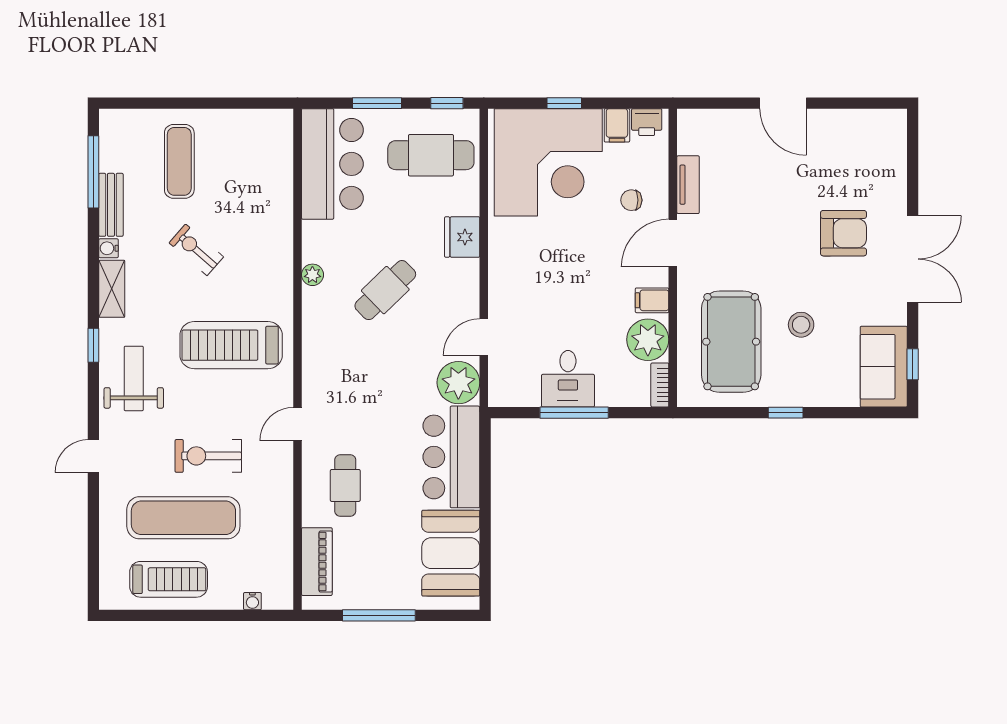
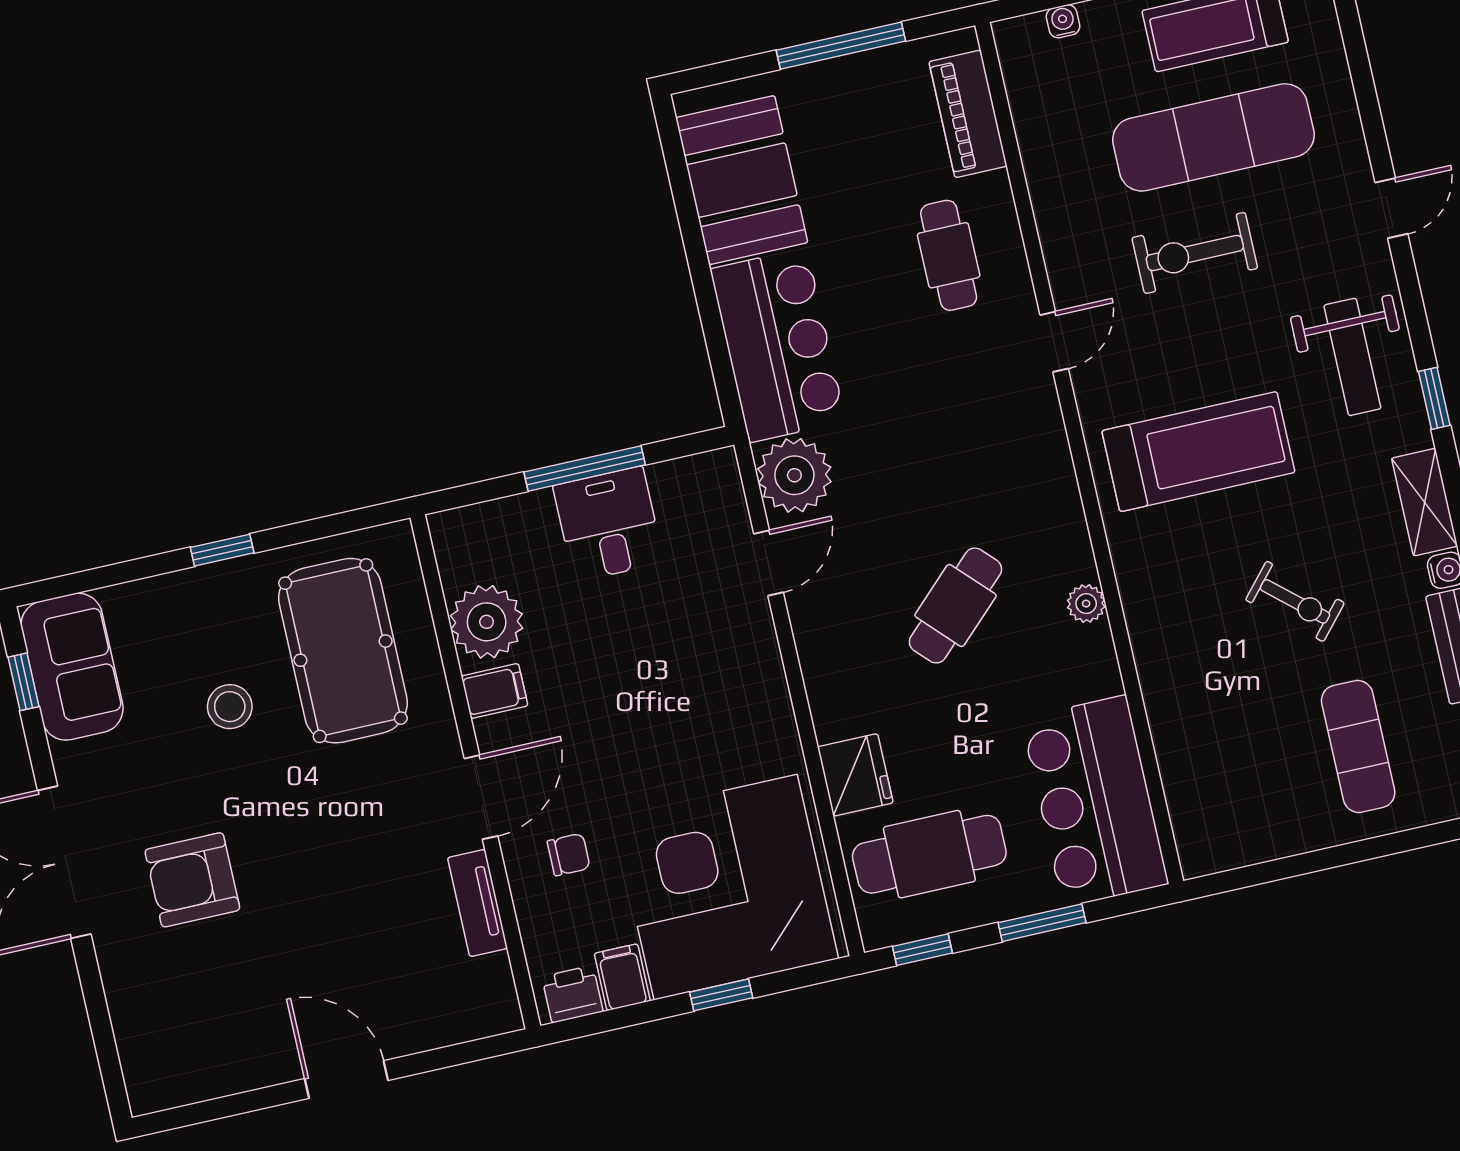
fridge: (462, 237) -> (855, 775), moved
bookcase: (660, 385) -> (448, 549), removed
exercise bike: (208, 456) -> (1195, 253), turned 180

